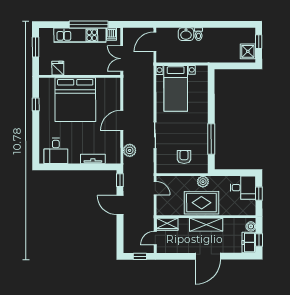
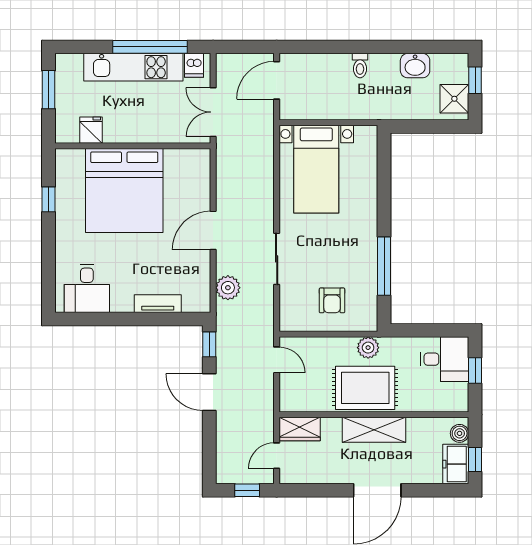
washbasin: (186, 34) -> (415, 66), moved
armchair: (184, 157) -> (332, 300), turned 180

